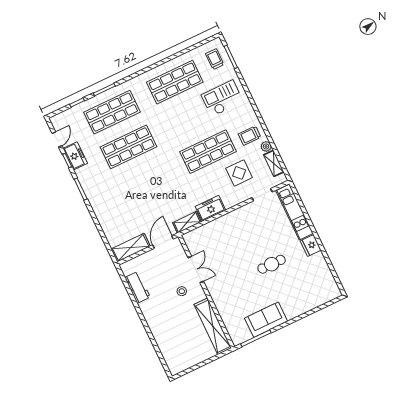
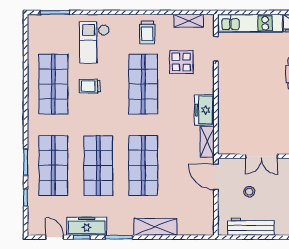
trolley: (215, 59) -> (90, 86), moved
plant: (266, 146) -> (167, 20), removed
freezer: (75, 156) -> (87, 226), width x1.40
shop shelf: (145, 182) -> (143, 166), added
shelving: (131, 248) -> (155, 227), moved, turned 90
double door: (196, 270) -> (261, 156), swing flipped
workbench: (138, 287) -> (251, 227), width x1.38
stool: (182, 291) -> (249, 192), moved

